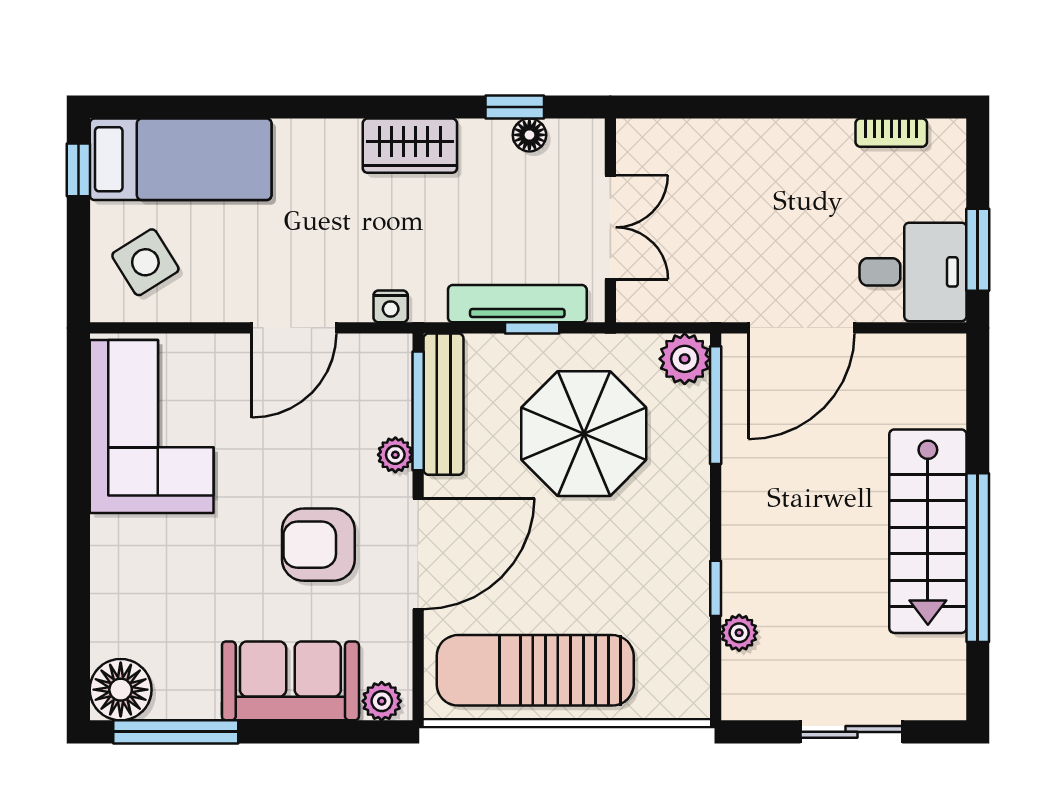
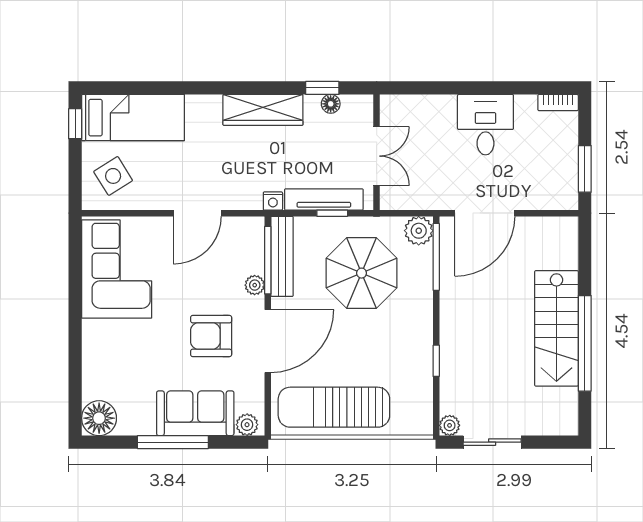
bookcase: (891, 133) -> (558, 103), moved
wardrobe: (410, 146) -> (263, 110), width x1.50
desk: (913, 272) -> (485, 125), moved, turned -90
nightstand: (391, 306) -> (273, 201), moved
plant: (739, 633) -> (450, 425), moved
window: (176, 732) -> (173, 442), moved
sliding door: (851, 732) -> (492, 442), moved

